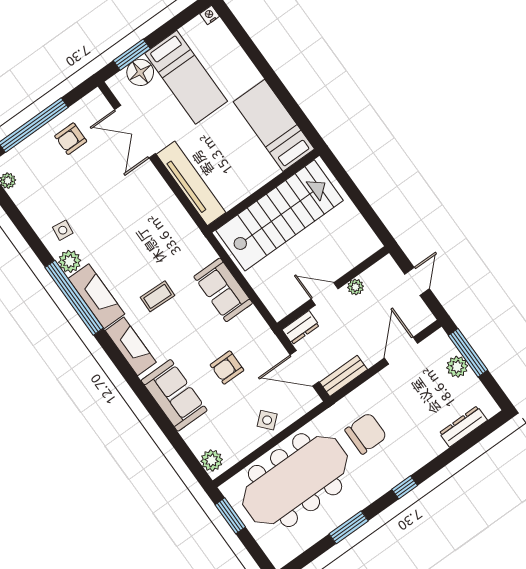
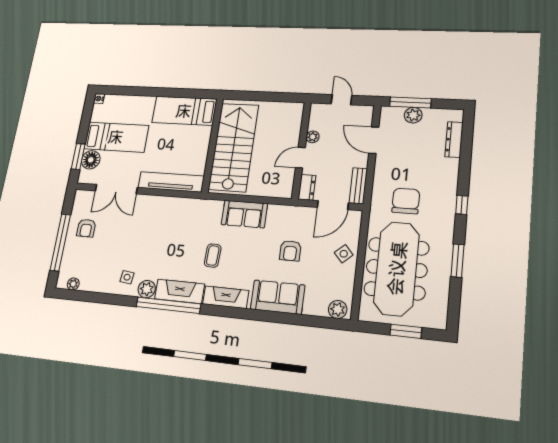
window: (230, 516) -> (406, 331), moved

